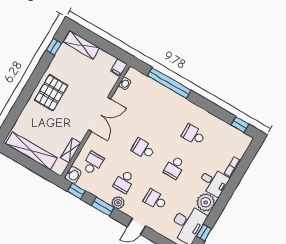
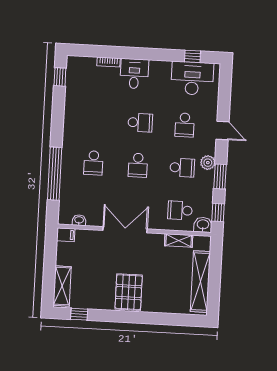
pallet: (51, 93) -> (129, 292), turned 90
school desk: (193, 135) -> (93, 163), moved
plant: (206, 202) -> (160, 71), removed

